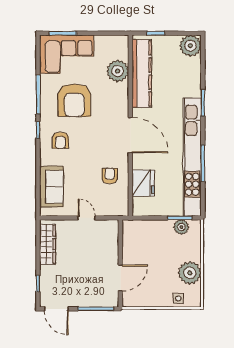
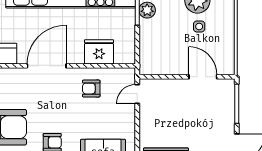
door: (87, 218) -> (137, 94), moved
side table: (178, 298) -> (199, 26), moved

